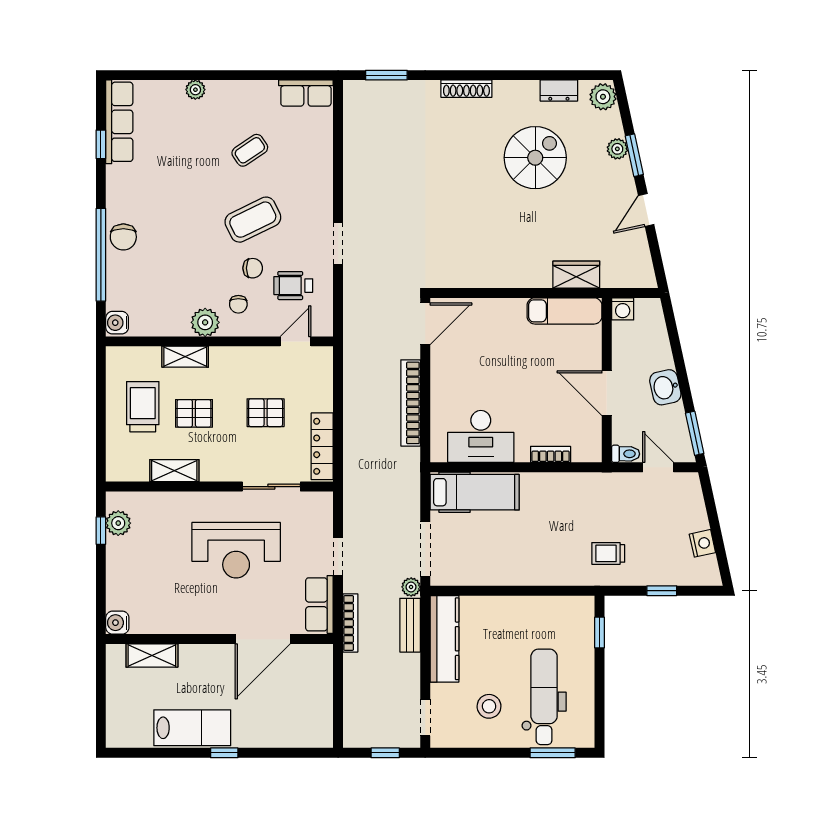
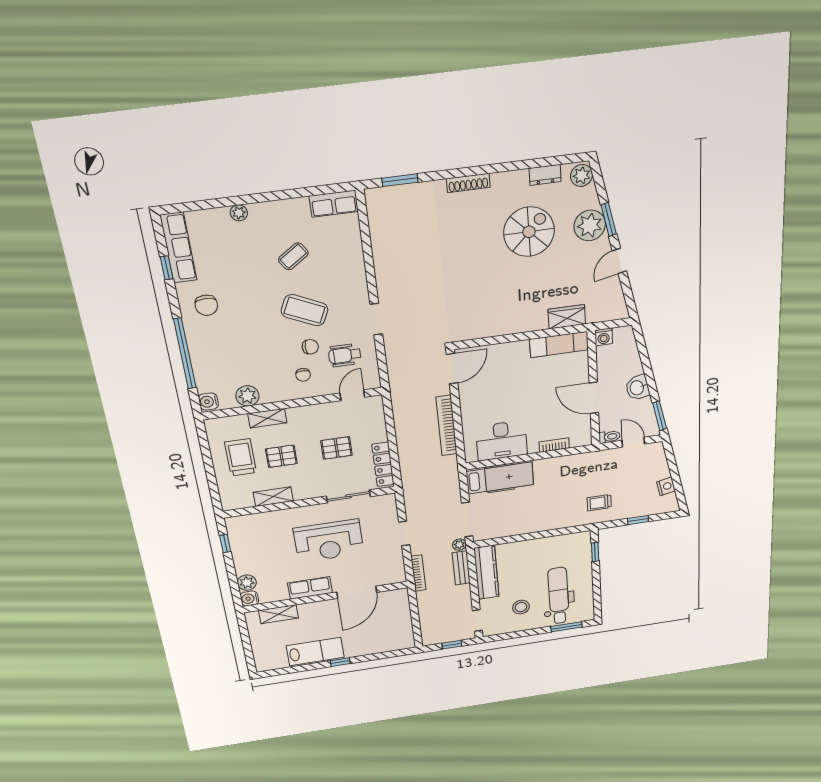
plant: (617, 149) -> (590, 225), width x1.88, depth x1.88
coffee table: (253, 220) -> (305, 310), turned 51
chair: (123, 237) -> (206, 305), moved
plant: (205, 322) -> (247, 396), moved
plant: (118, 523) -> (247, 583), moved
row of seats: (319, 604) -> (310, 588), moved, turned 90

